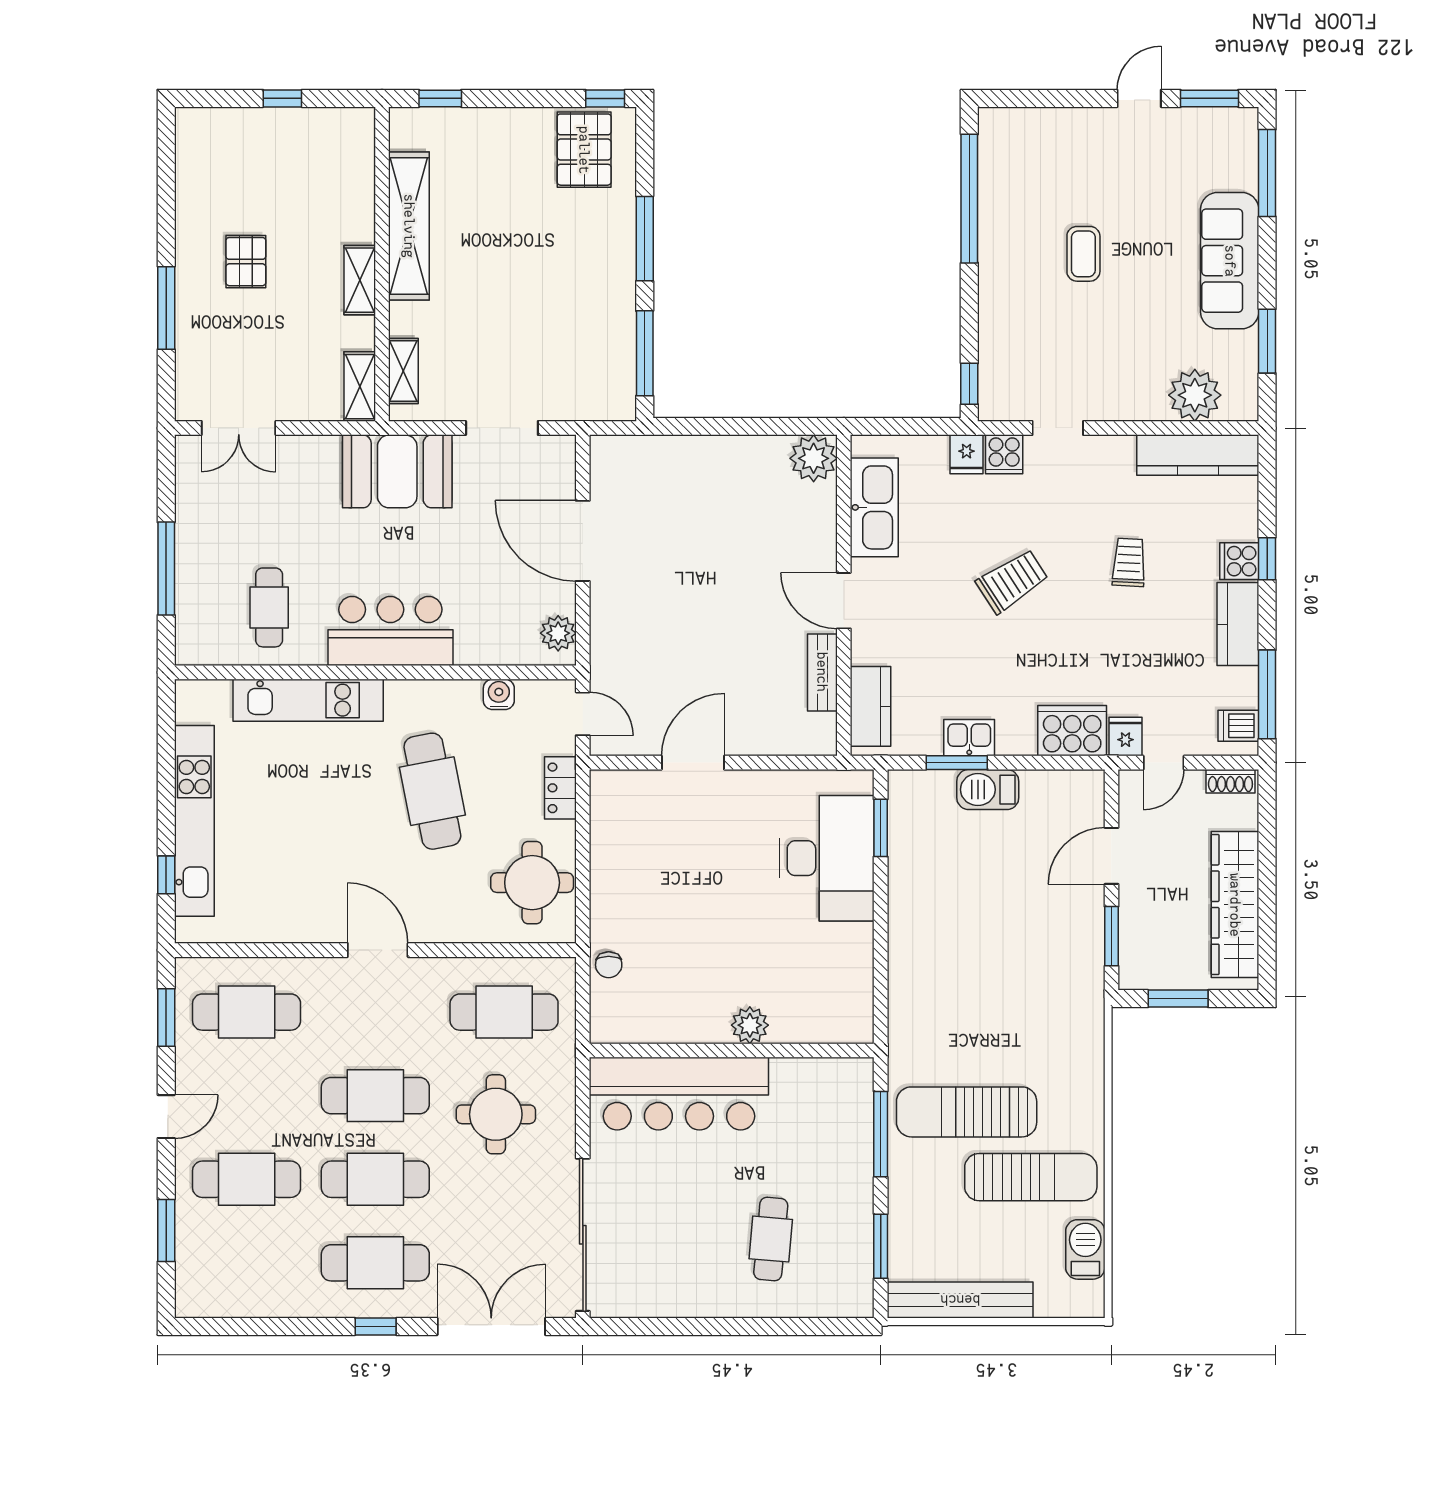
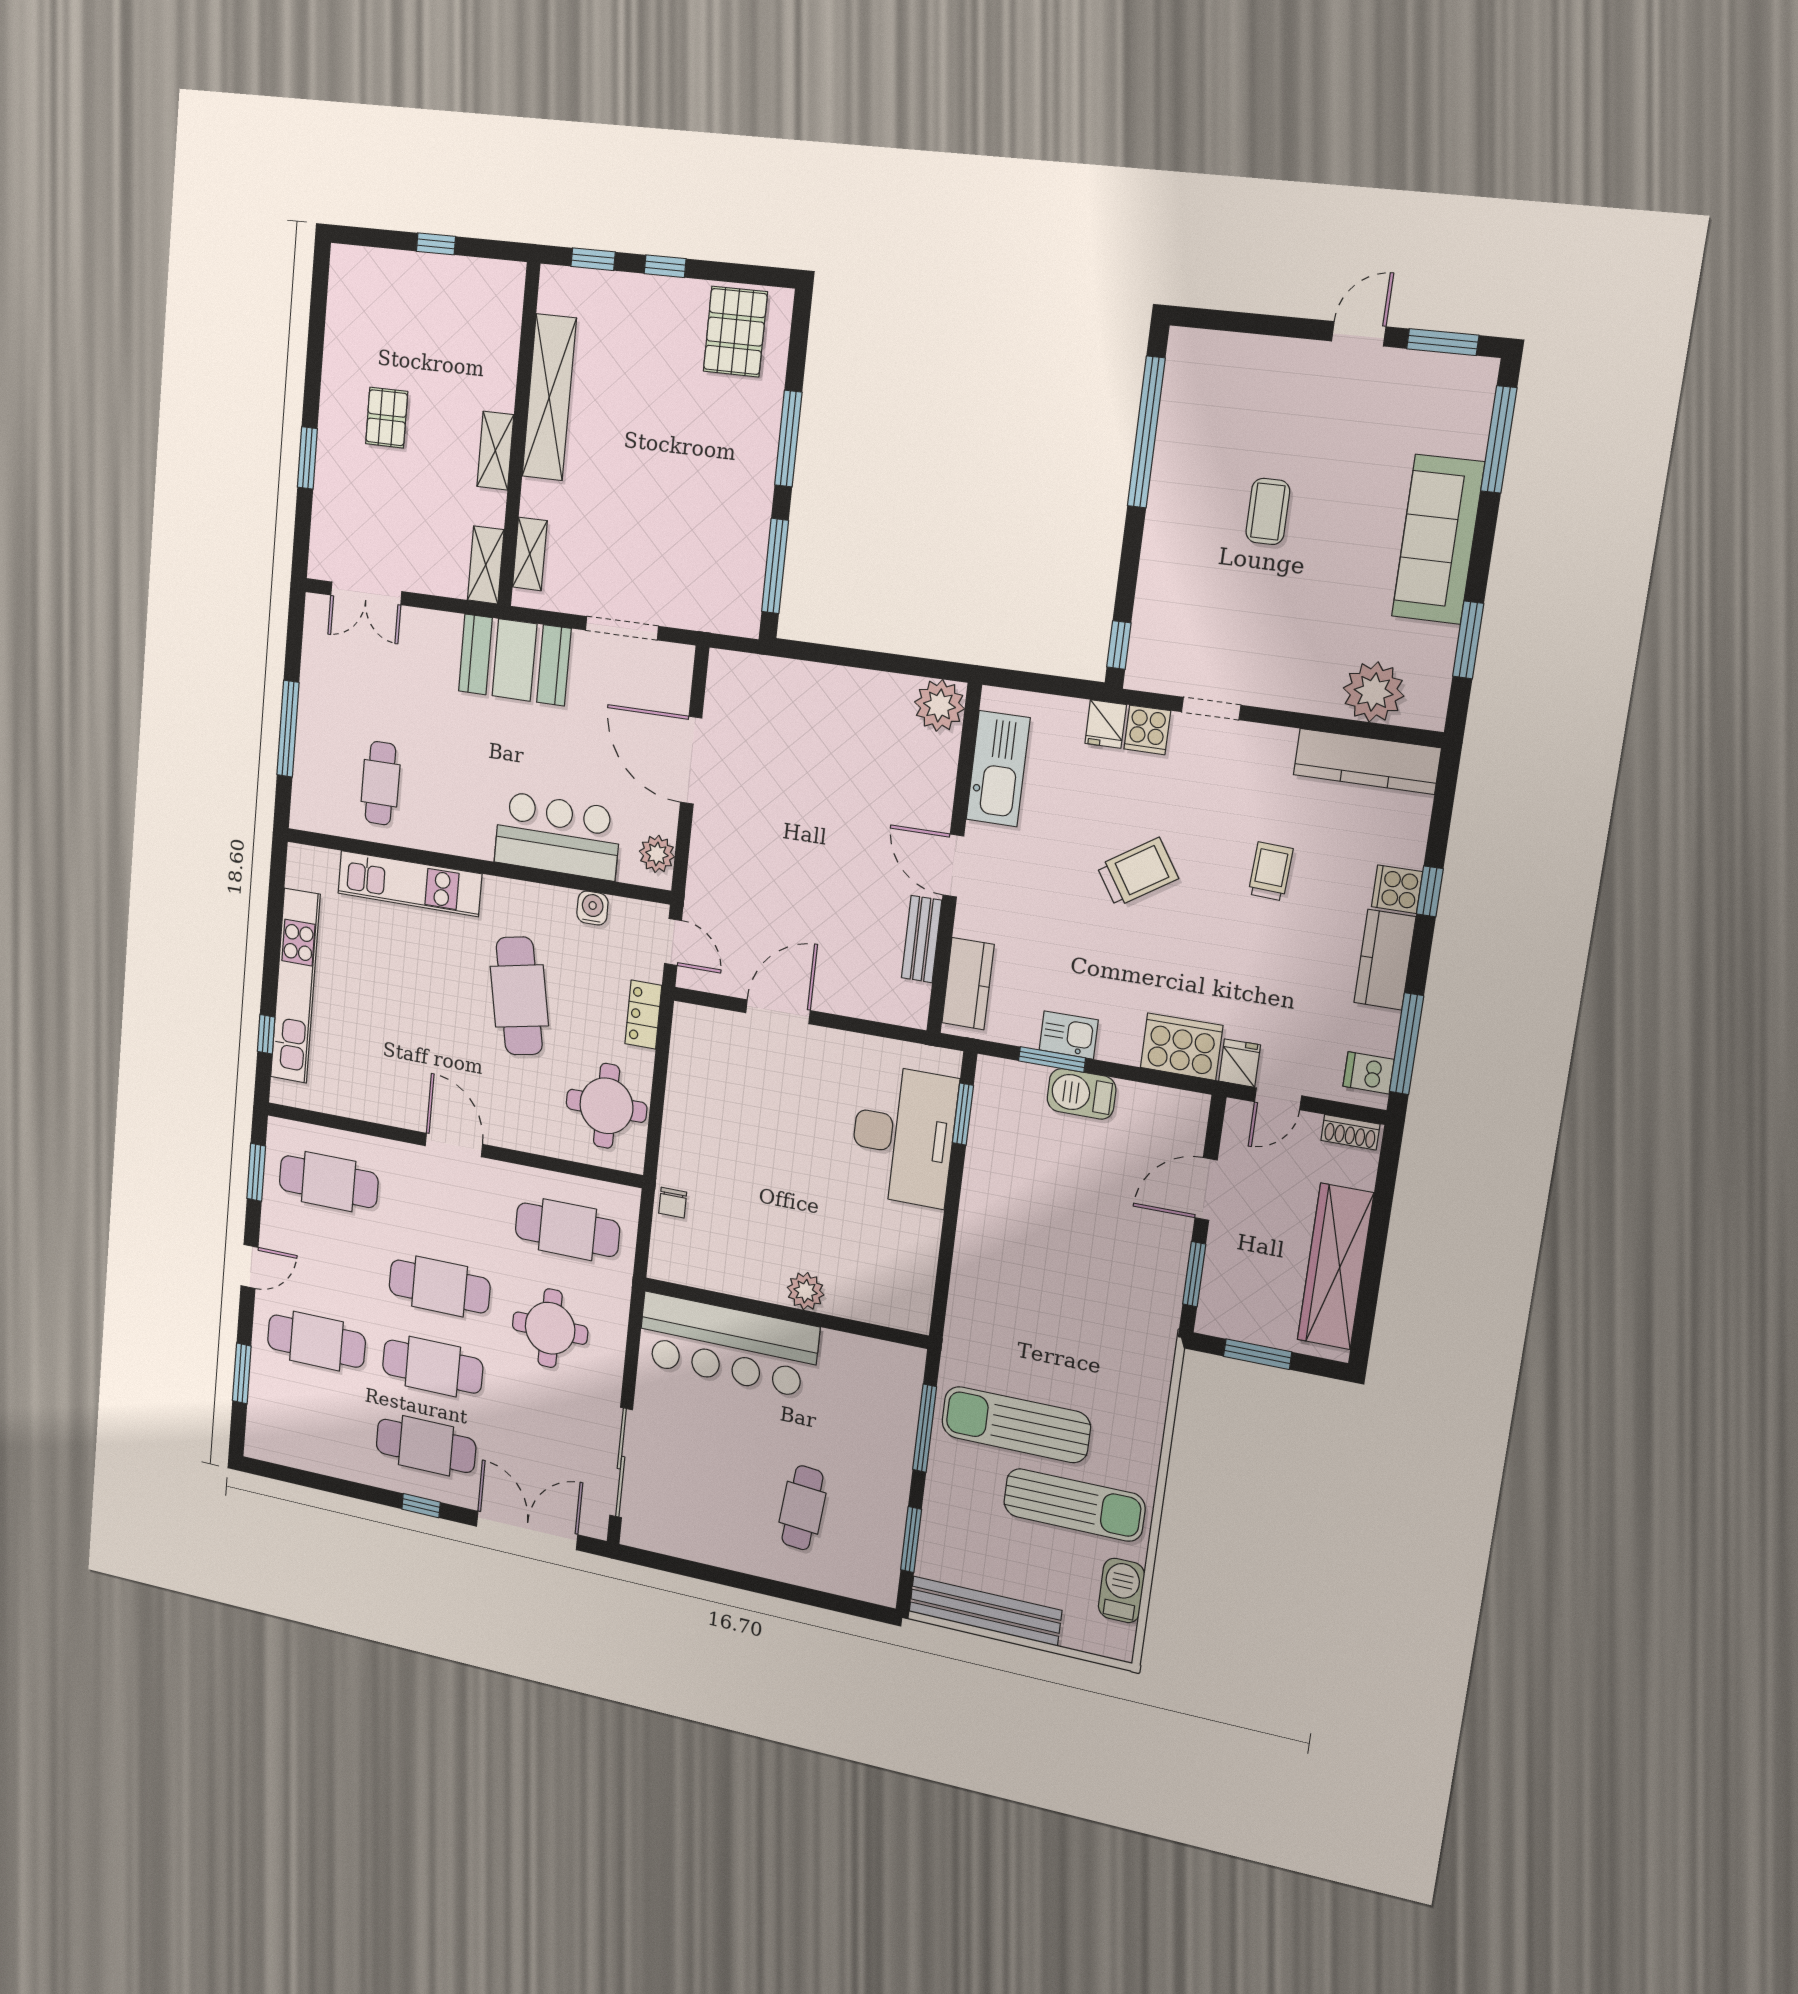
window: (605, 98) -> (665, 266), moved
window: (166, 308) -> (307, 458), width x0.69
bar counter: (390, 631) -> (557, 836), moved
sliding door: (583, 1235) -> (621, 1463), width x0.73

